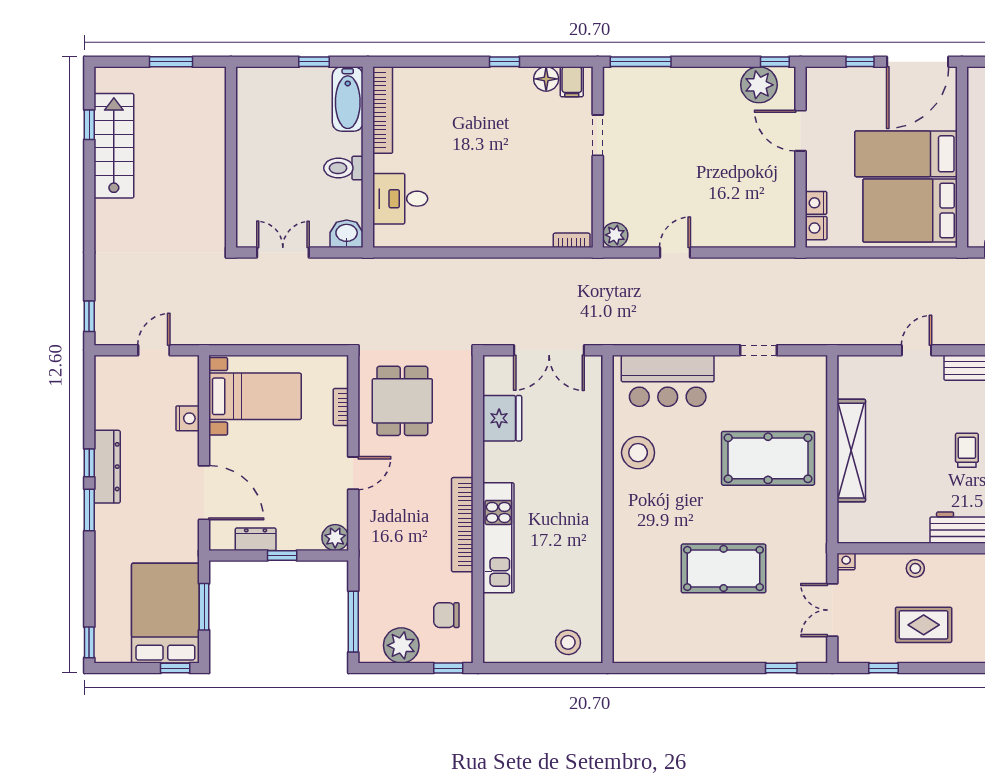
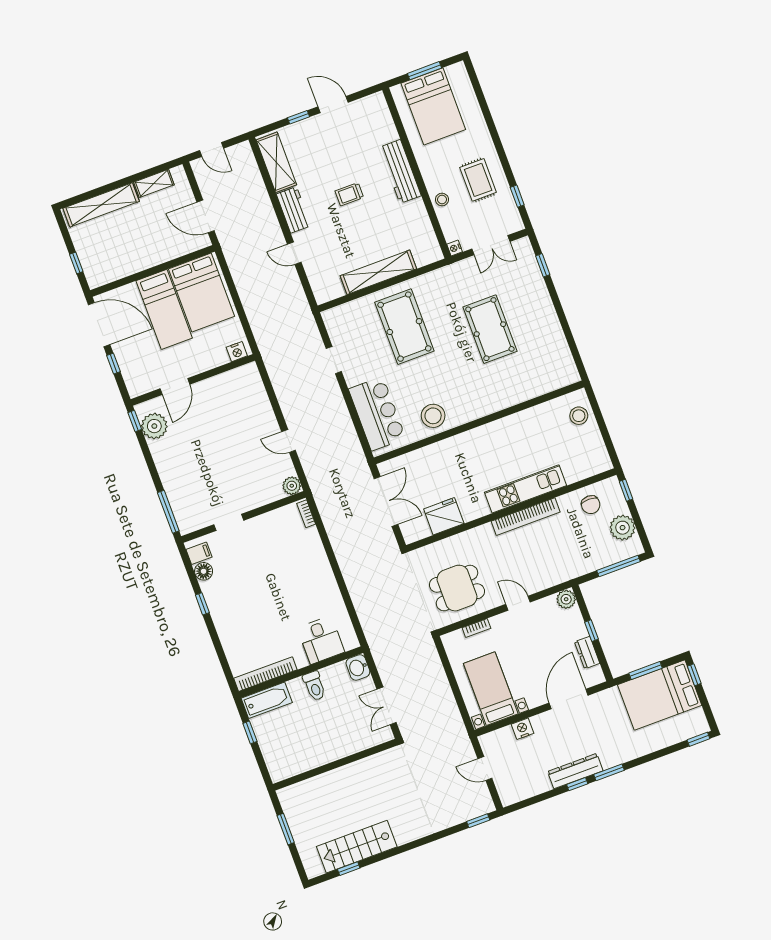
nightstand: (816, 203) -> (220, 358), removed

